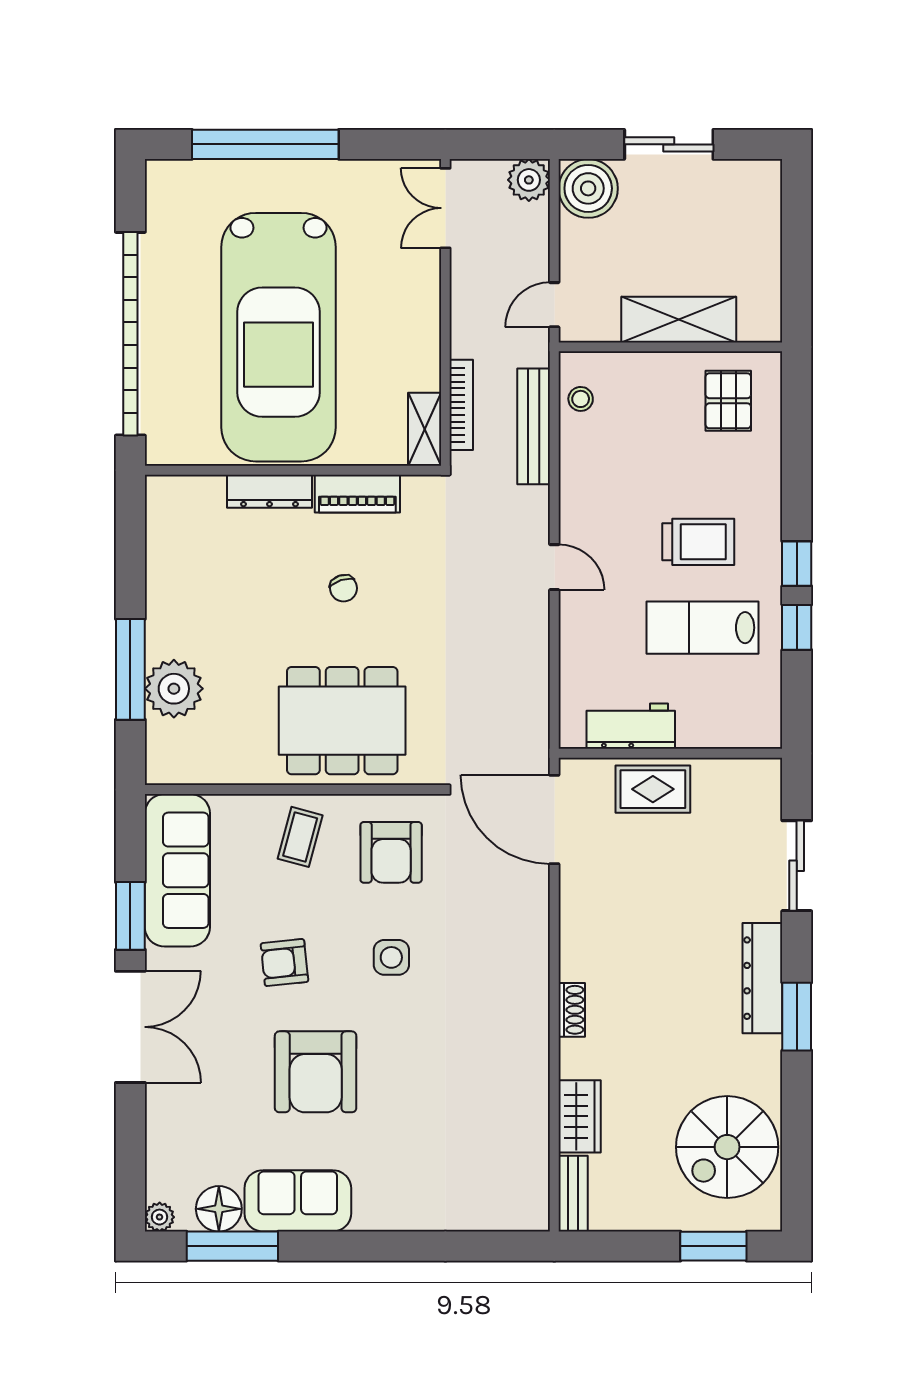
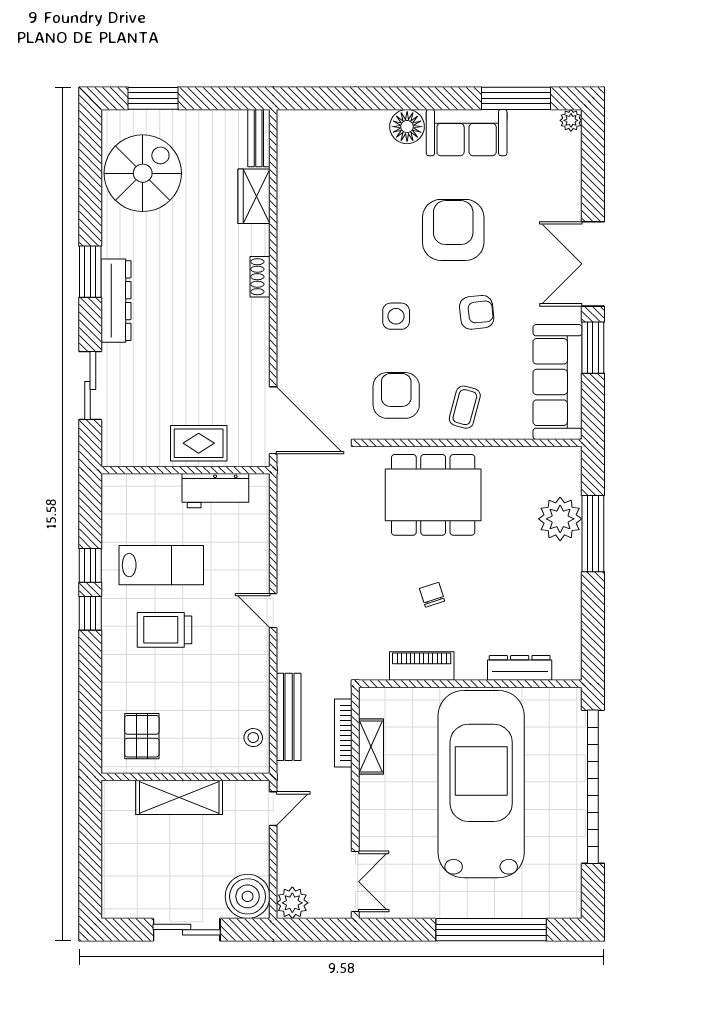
shelving: (425, 429) -> (371, 746), moved
dresser: (269, 491) -> (520, 668), moved
floor lamp: (219, 1209) -> (407, 127), moved

